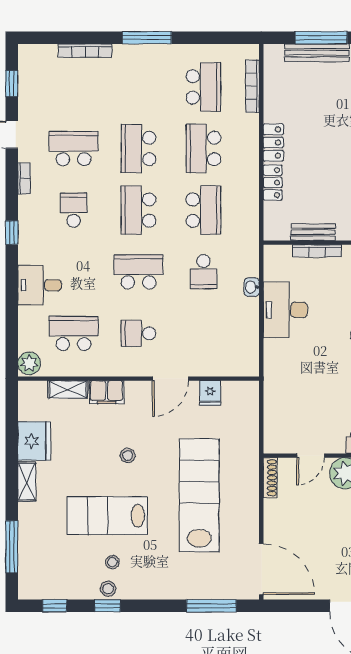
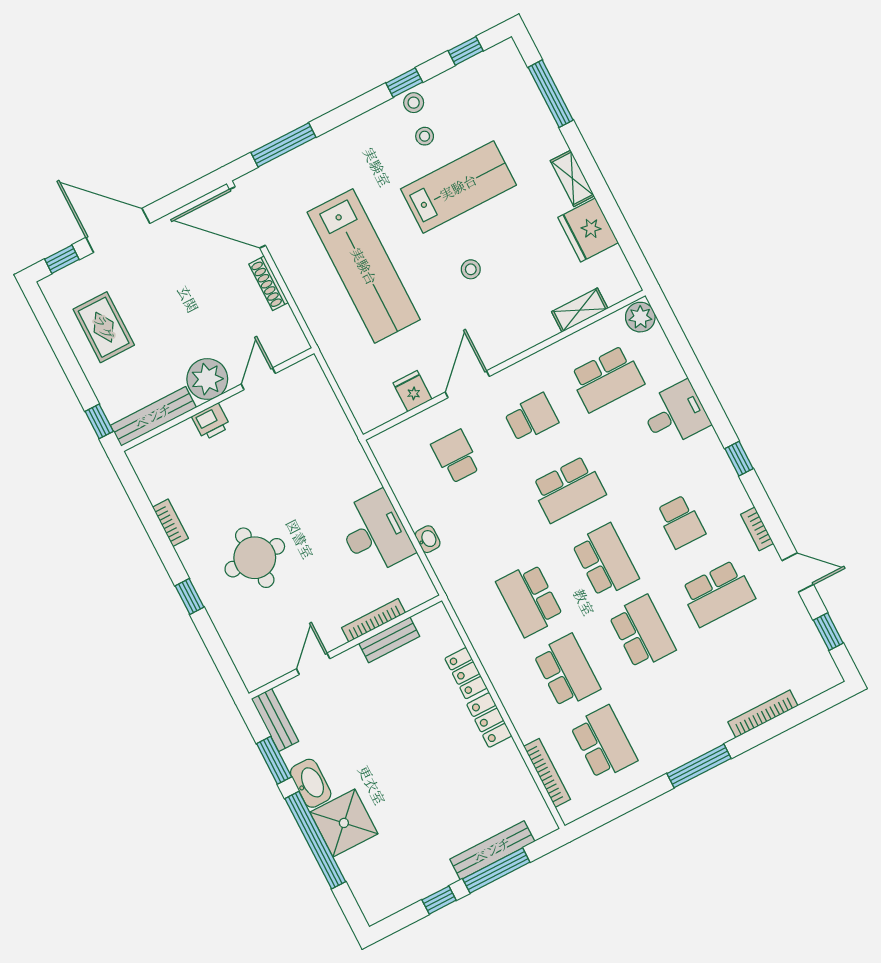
school desk: (203, 87) -> (604, 743), turned 180
school desk: (203, 272) -> (456, 457), moved
filing cabinet: (107, 392) -> (533, 330), removed
shoe rack: (270, 478) -> (268, 283), moved

